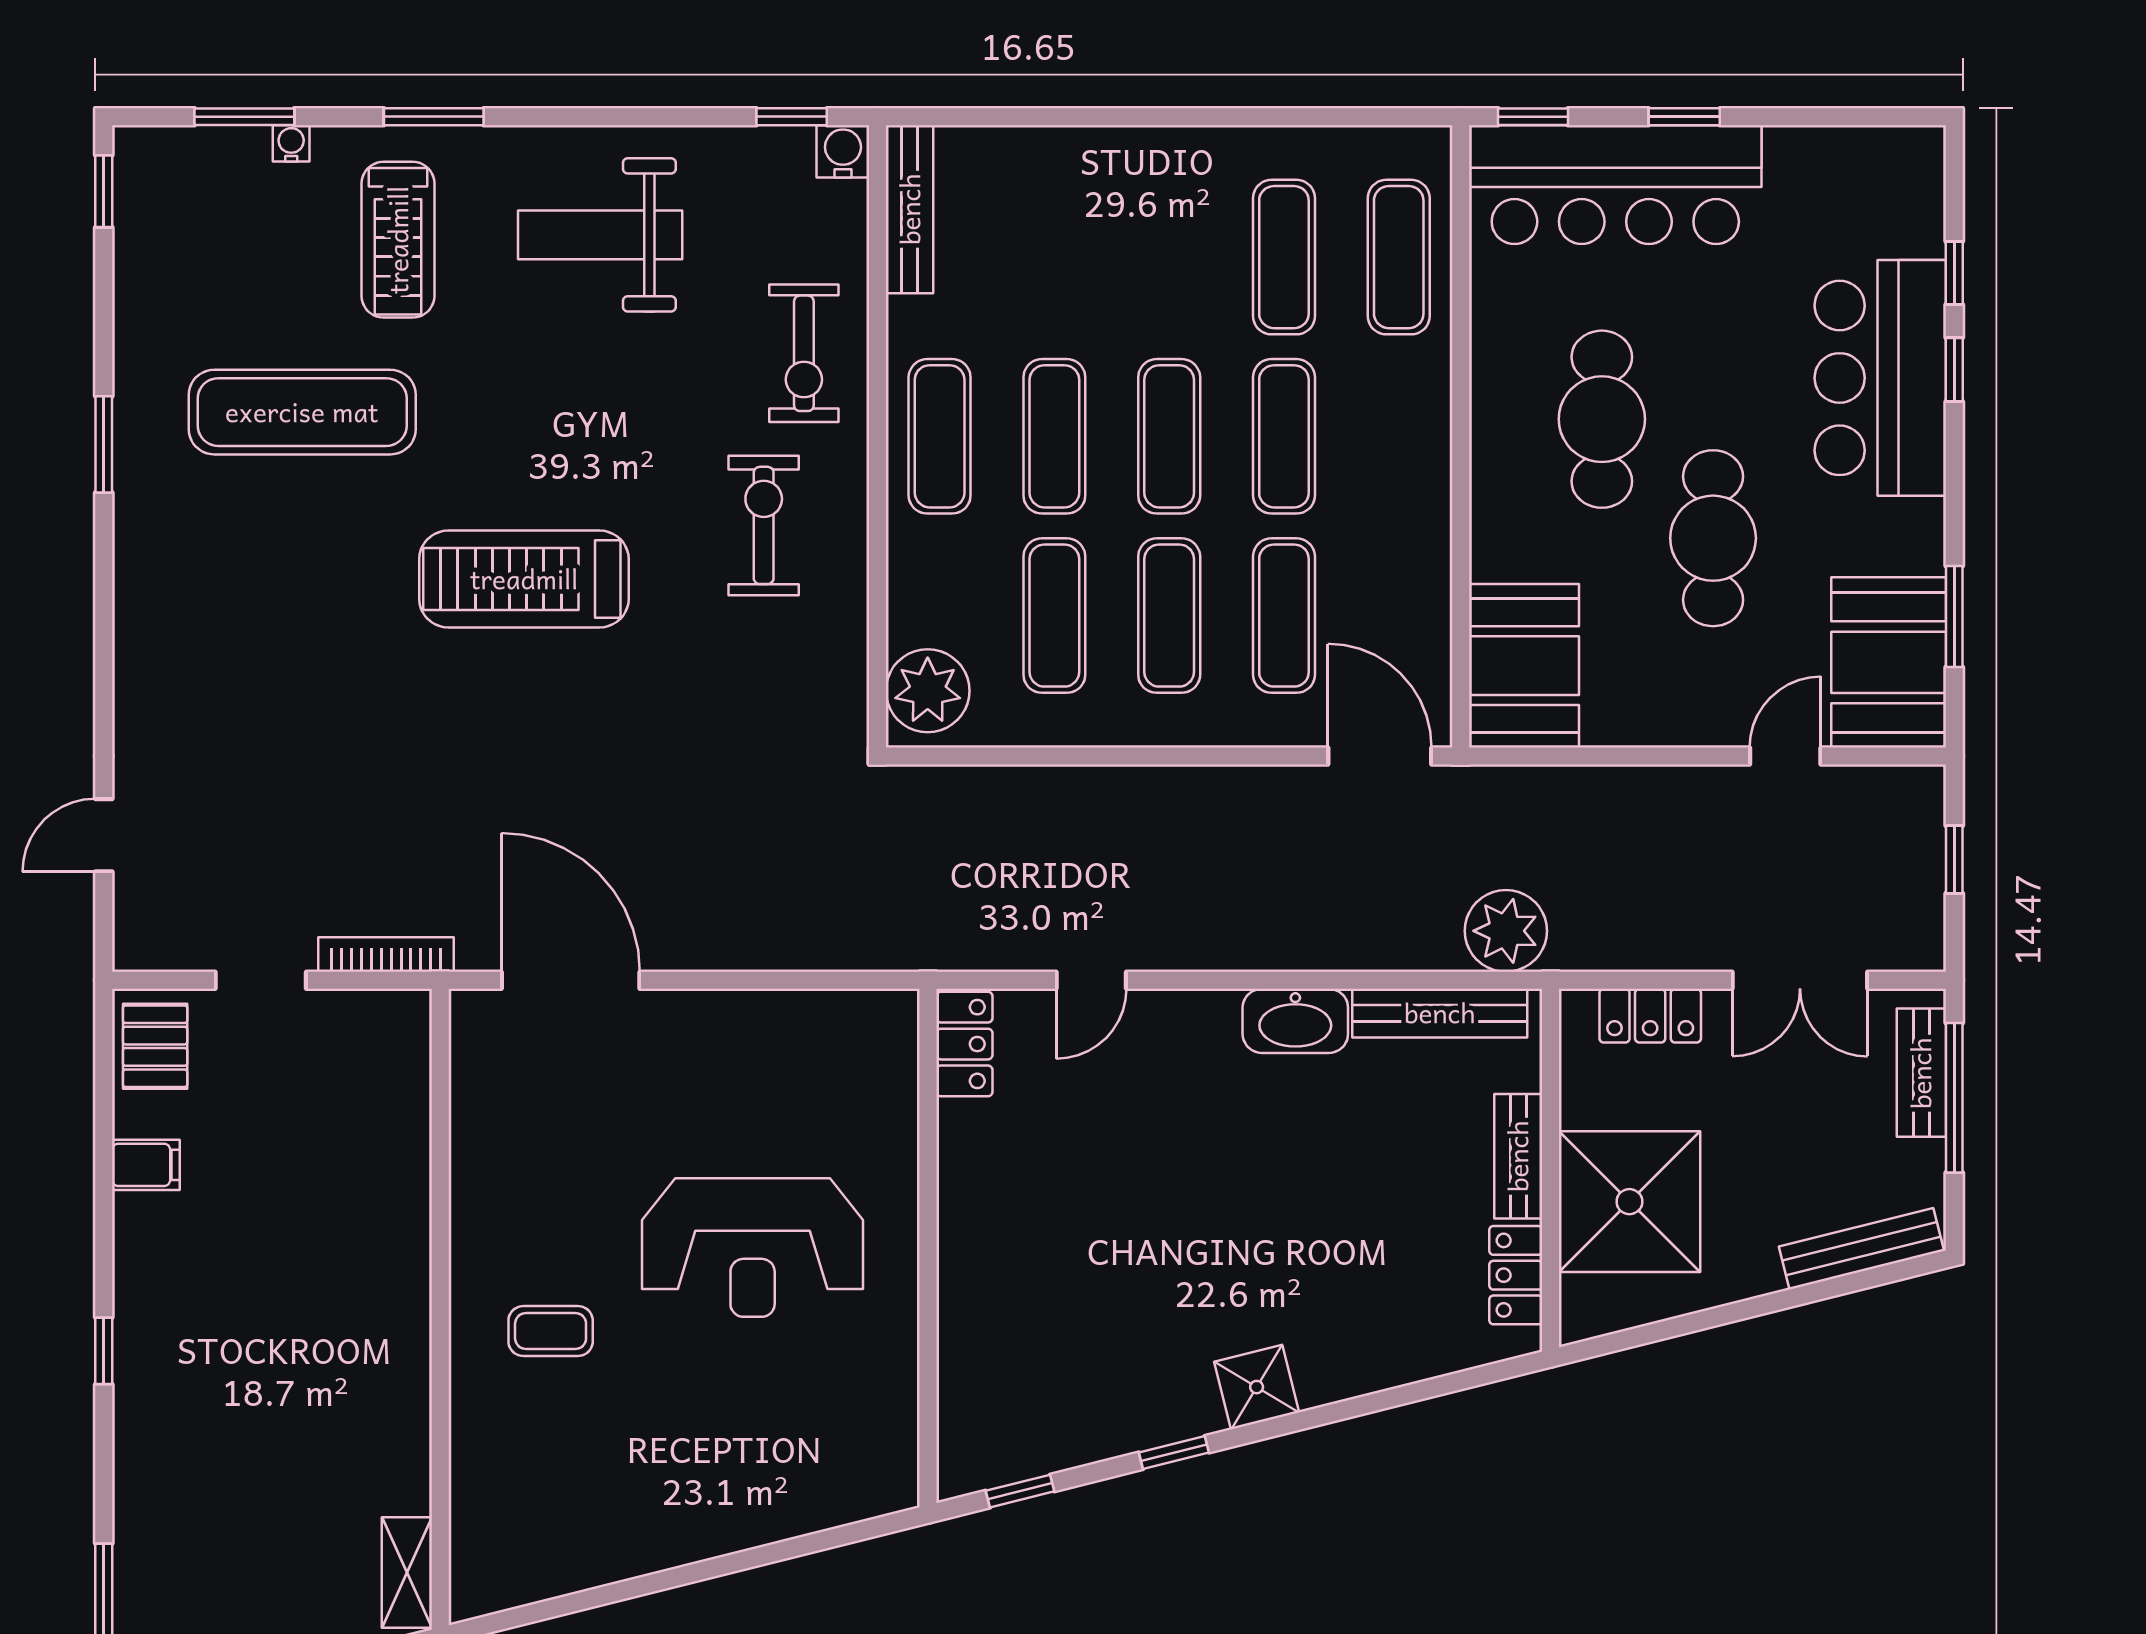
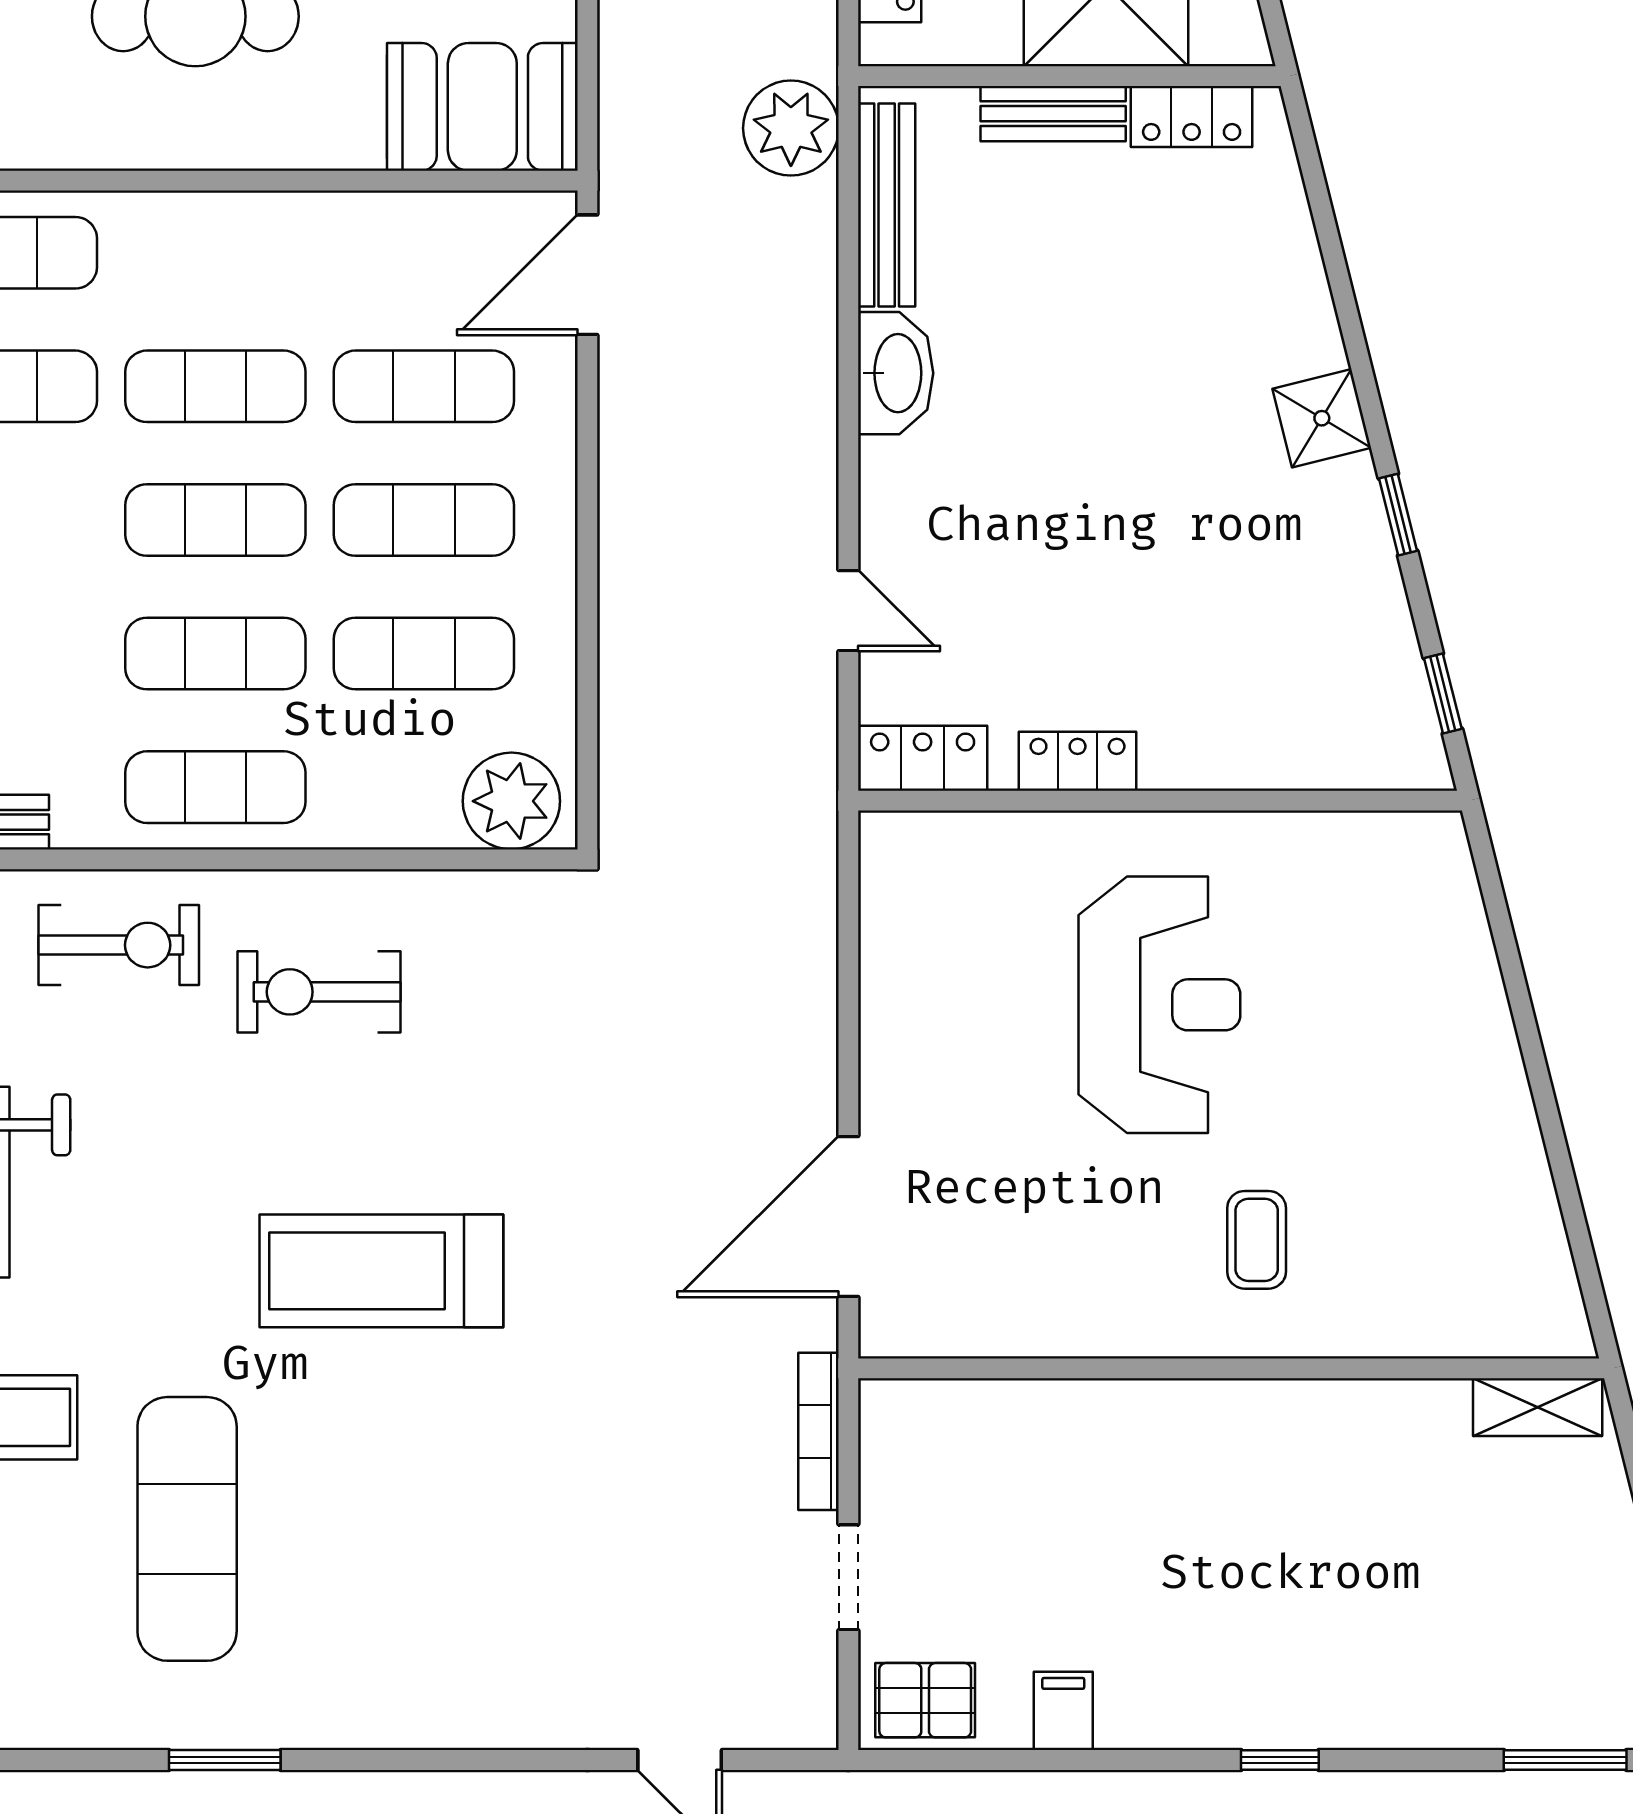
treadmill: (524, 579) -> (381, 1271), turned 90
locker: (962, 1177) -> (1078, 761), added

